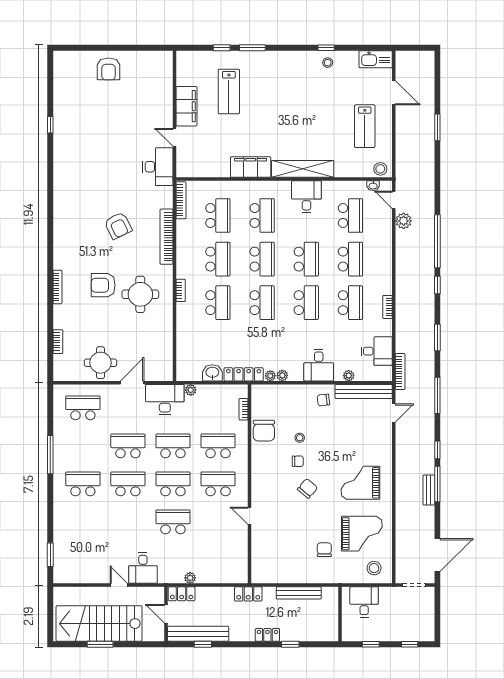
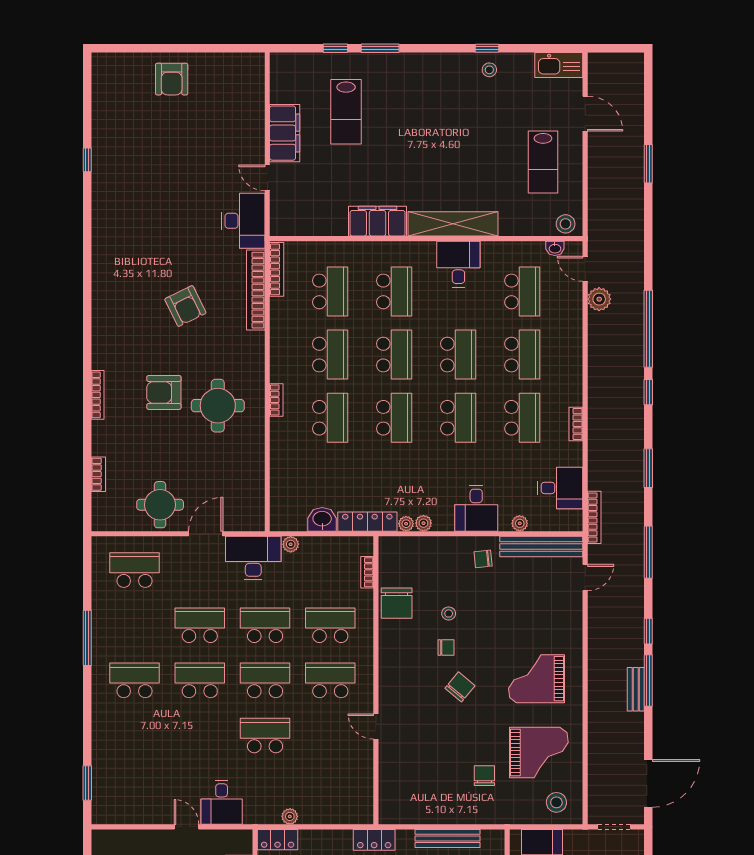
bookcase: (167, 237) -> (256, 290), moved

